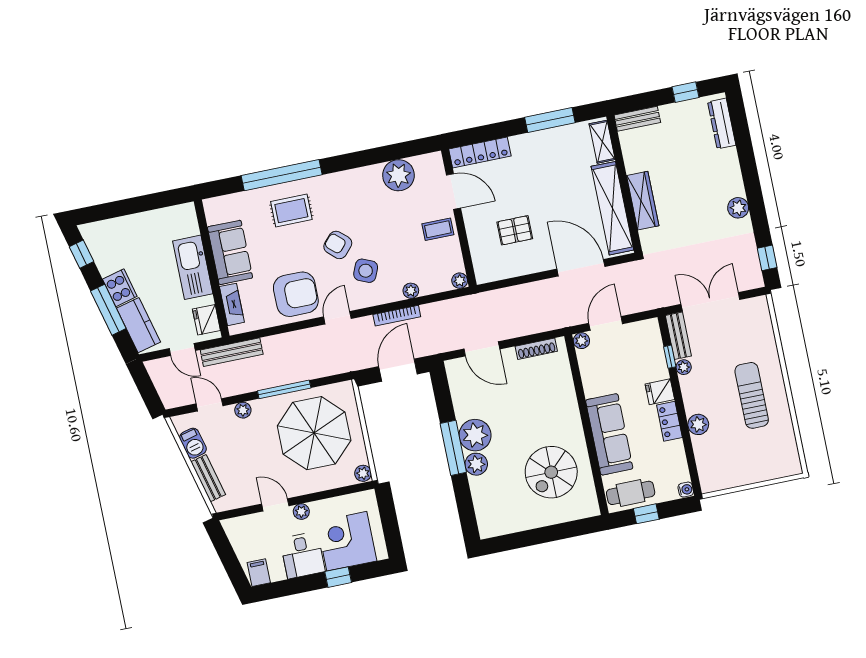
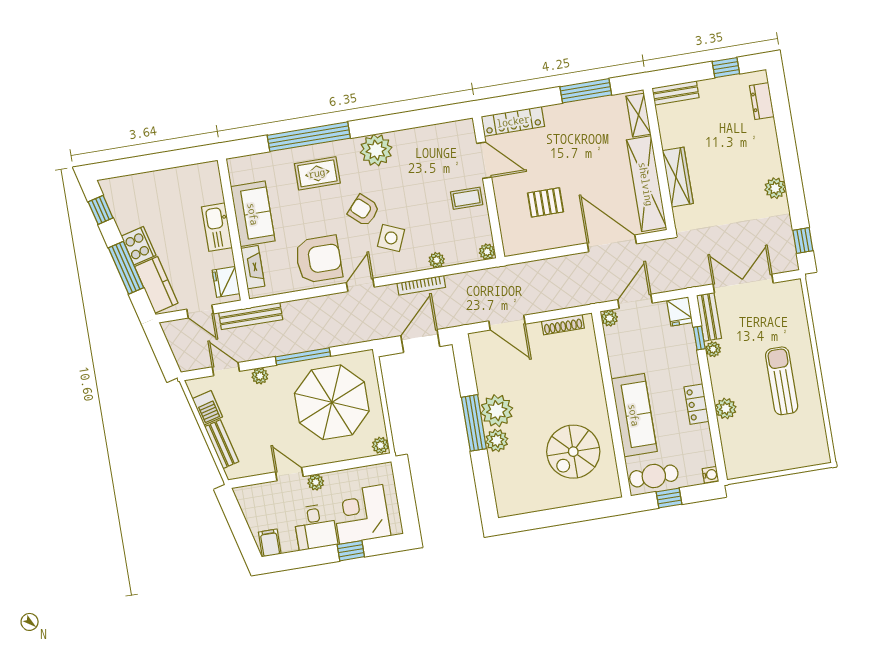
dresser: (722, 124) -> (762, 101), width x0.70
plant: (398, 175) -> (376, 150), moved
kitchen sink: (193, 267) -> (217, 227), width x0.73, depth x0.81
fridge: (660, 392) -> (680, 311), moved, turned -90

